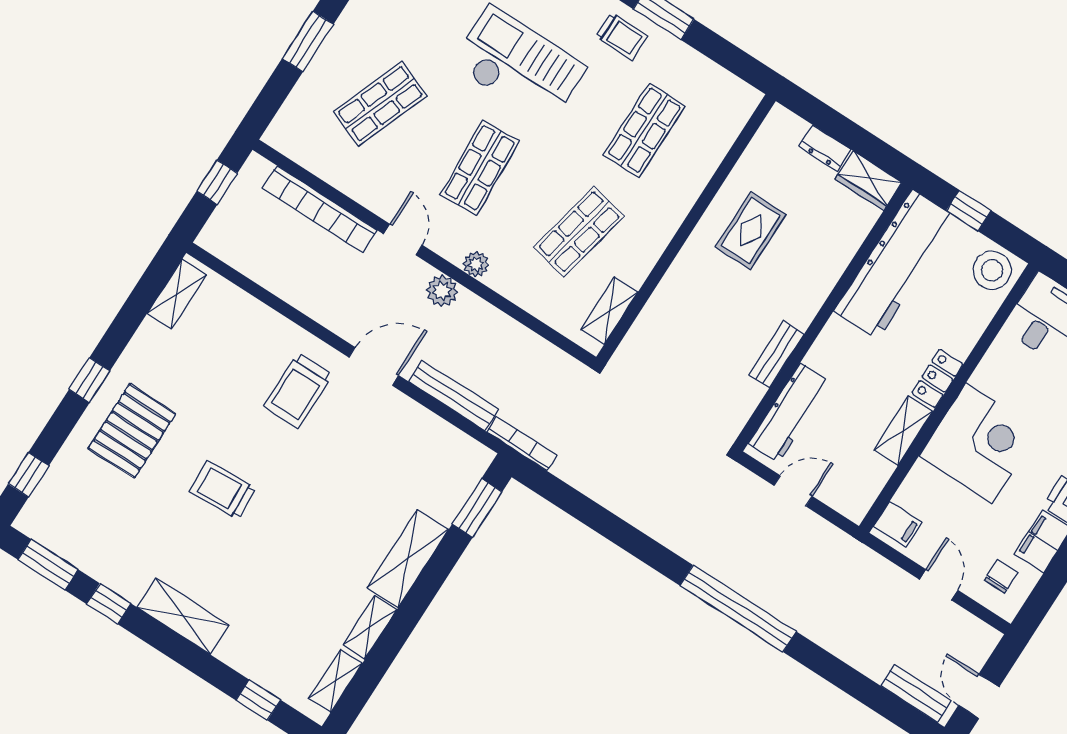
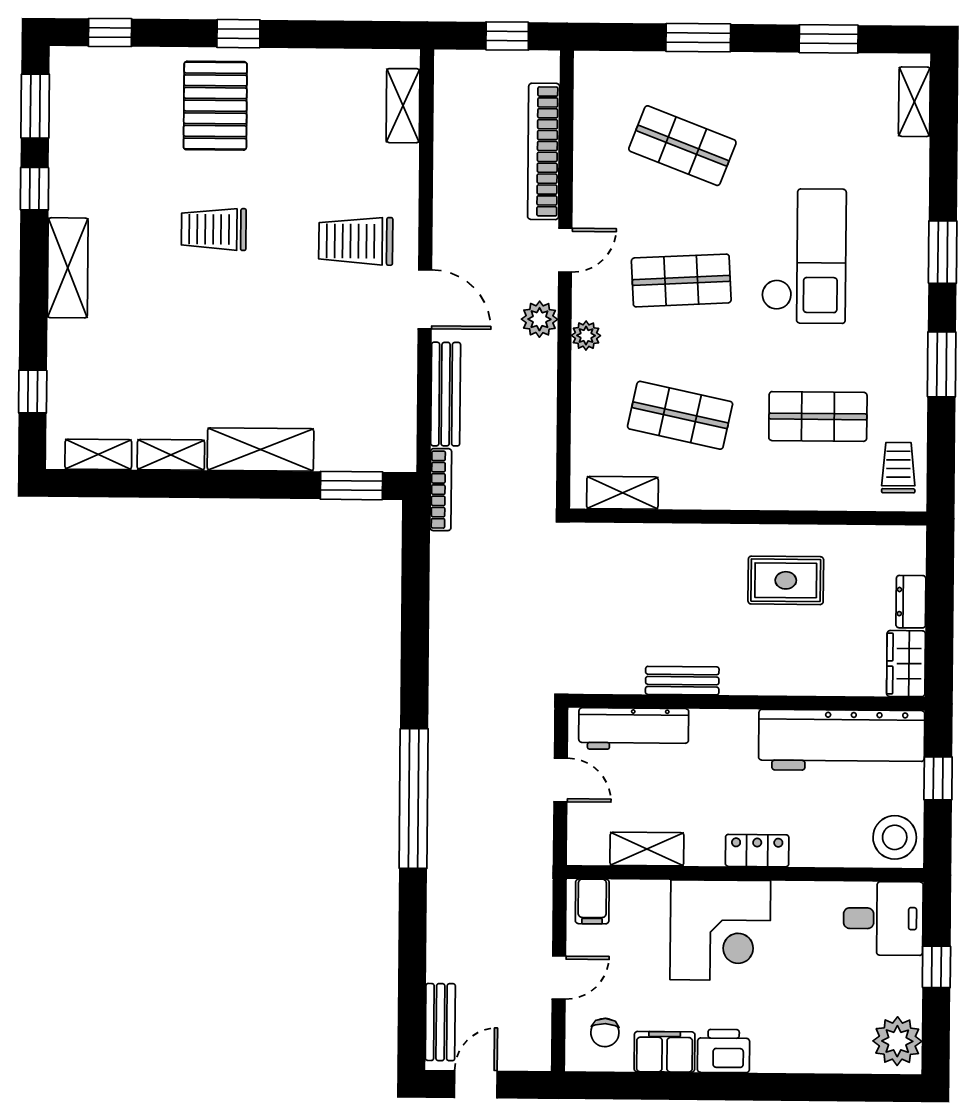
trolley: (622, 36) -> (898, 468), moved, turned 180
shelving: (177, 294) -> (403, 106), moved, turned 90
pallet: (132, 431) -> (215, 106), turned 90
shelving: (903, 431) -> (647, 849), moved
trolley: (223, 490) -> (214, 229), turned -87
chair: (1001, 576) -> (605, 1033), turned 92

